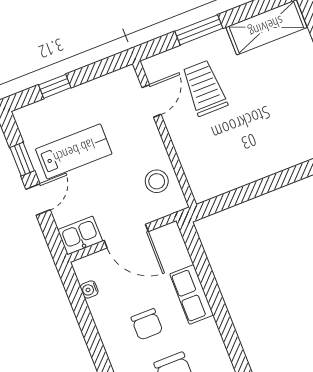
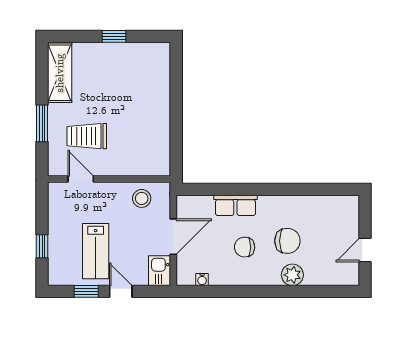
lab bench: (74, 151) -> (96, 251), turned 180
chair: (147, 324) -> (245, 247), turned 180

